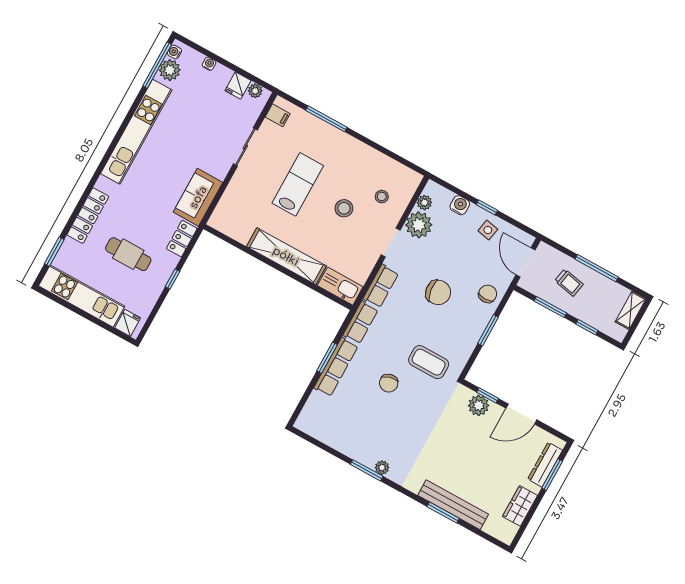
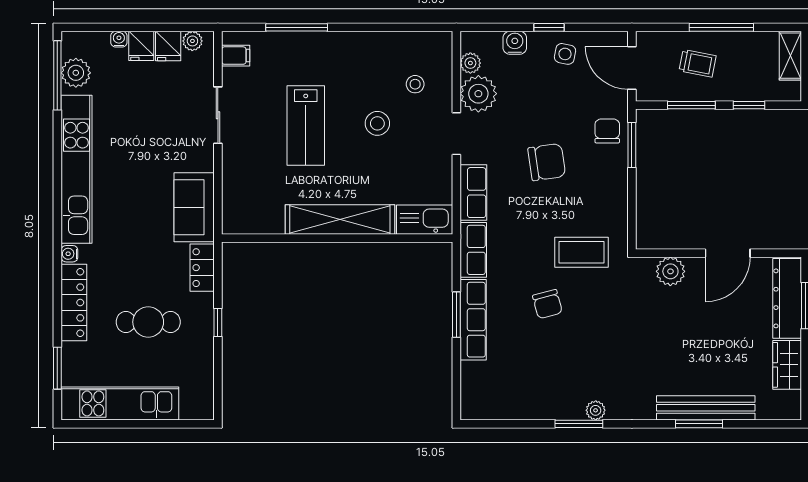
water cooler: (174, 52) -> (69, 254), moved
lab bench: (298, 184) -> (306, 125), turned 180
fridge: (128, 323) -> (141, 46), moved, turned 180
window: (488, 330) -> (632, 145), moved
window: (488, 395) -> (675, 253), removed
dresser: (545, 465) -> (787, 298), width x1.37, depth x1.24

